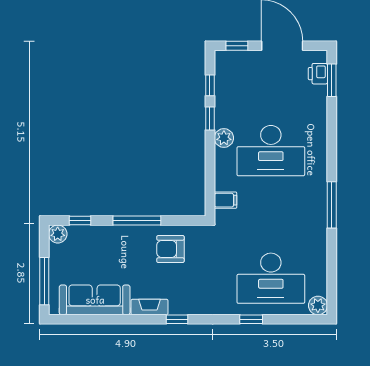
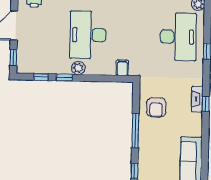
desk: (271, 151) -> (88, 35), turned 180
fireplace: (149, 307) -> (197, 99), moved

